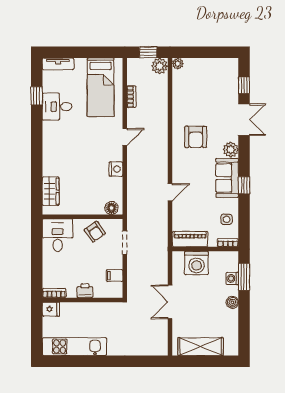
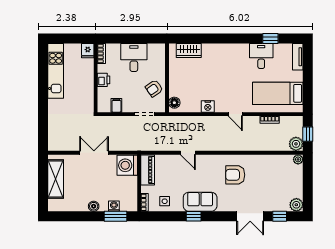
plant: (231, 150) -> (296, 205), moved
desk: (58, 235) -> (134, 57), moved, turned -90
washing machine: (197, 263) -> (127, 165), moved

